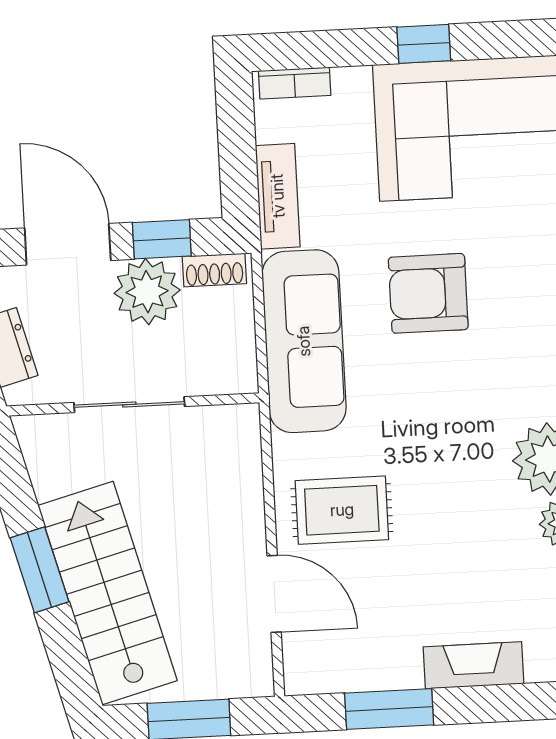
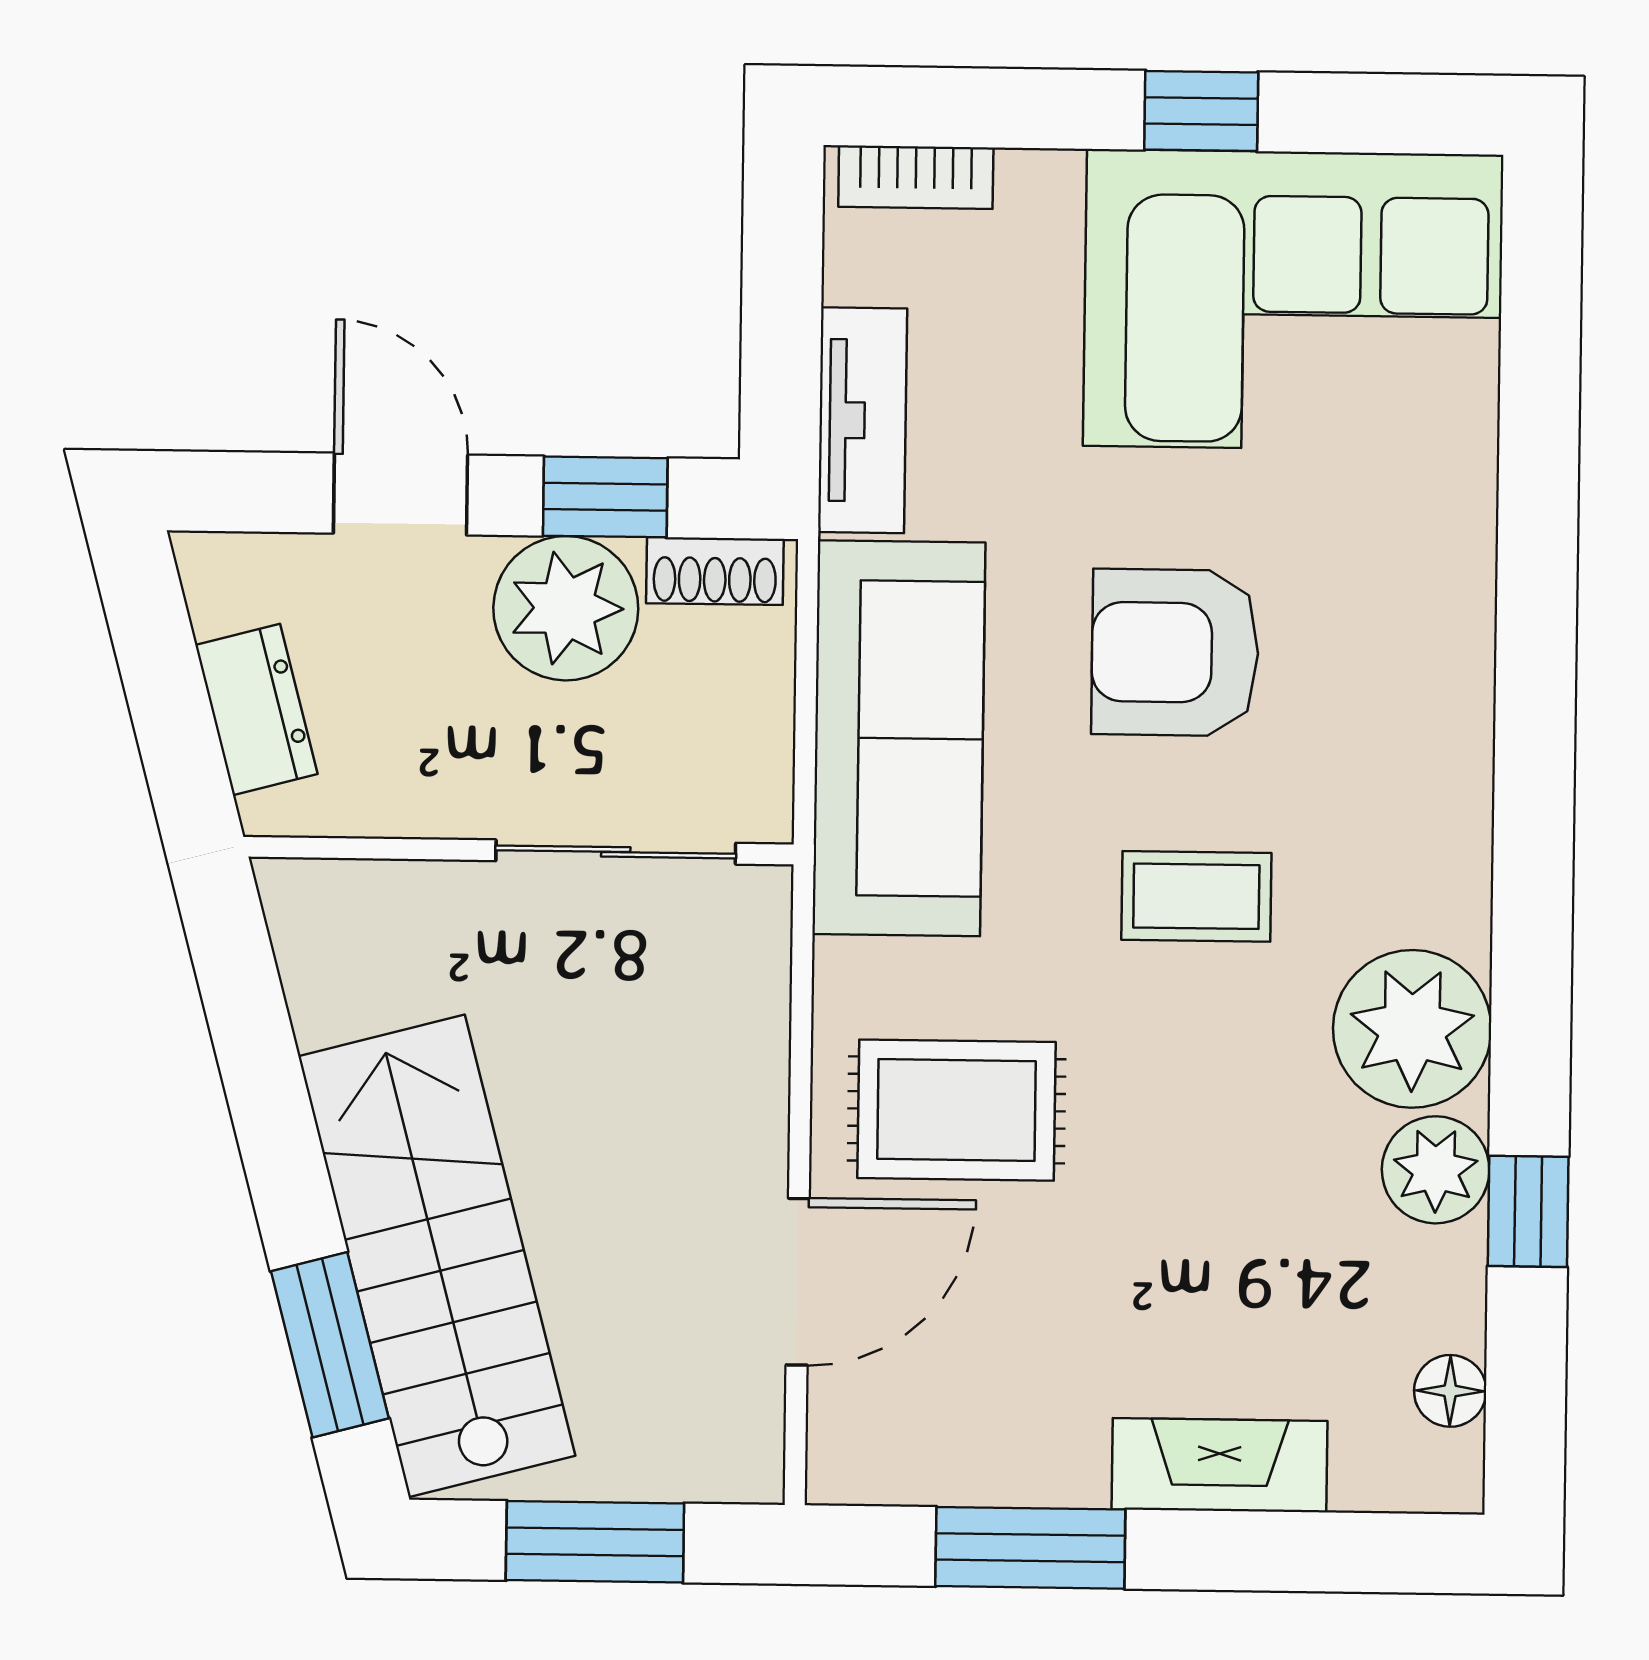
door: (68, 244) -> (401, 494), width x0.73
sliding door: (129, 405) -> (616, 852), moved
coffee table: (445, 405) -> (1196, 896), added
window: (39, 570) -> (330, 1345), moved
door: (274, 594) -> (798, 1282), hinge flipped

